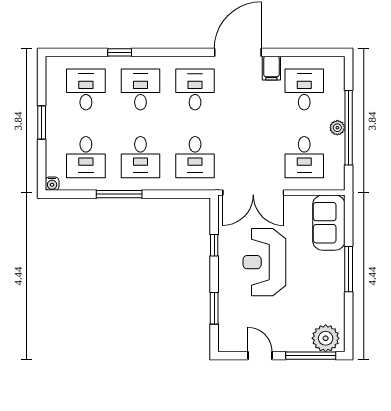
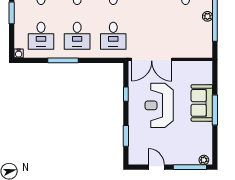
desk: (304, 157) -> (186, 36), removed
sofa: (329, 223) -> (202, 103), moved
plant: (326, 338) -> (204, 160), width x0.53, depth x0.53

